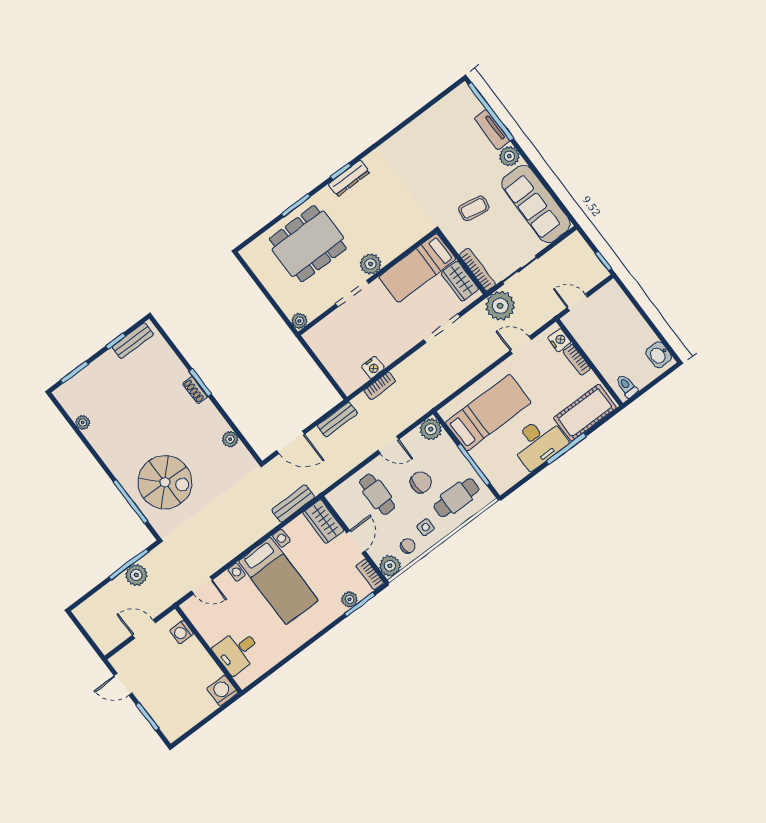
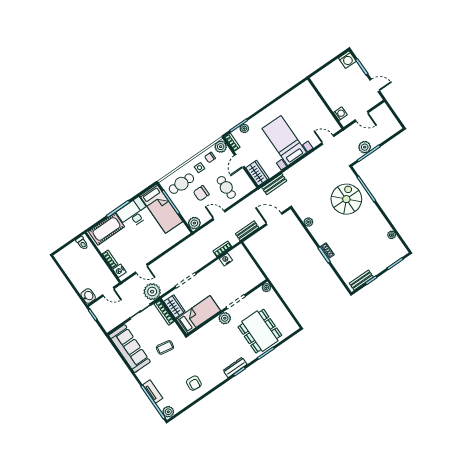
armchair: (420, 148) -> (194, 383), added
plant: (509, 156) -> (168, 412), moved
dining table: (308, 244) -> (260, 331), turned 90
washbasin: (659, 355) -> (88, 296), moved
bed: (488, 413) -> (161, 209), moved, turned -90
spiral stairs: (165, 482) -> (346, 199), turned 90
desk: (237, 651) -> (309, 102), removed
washing machine: (222, 691) -> (347, 60), moved

